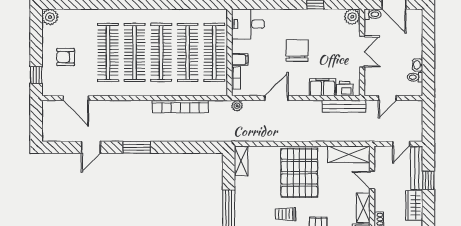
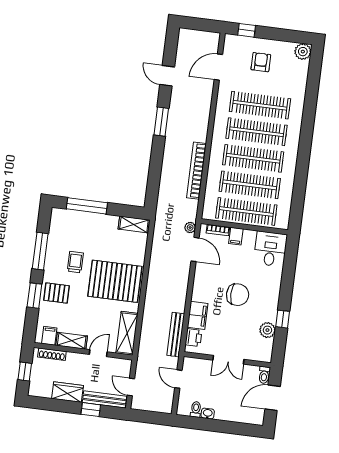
plant: (352, 17) -> (267, 330), moved
door: (276, 98) -> (195, 249), moved

